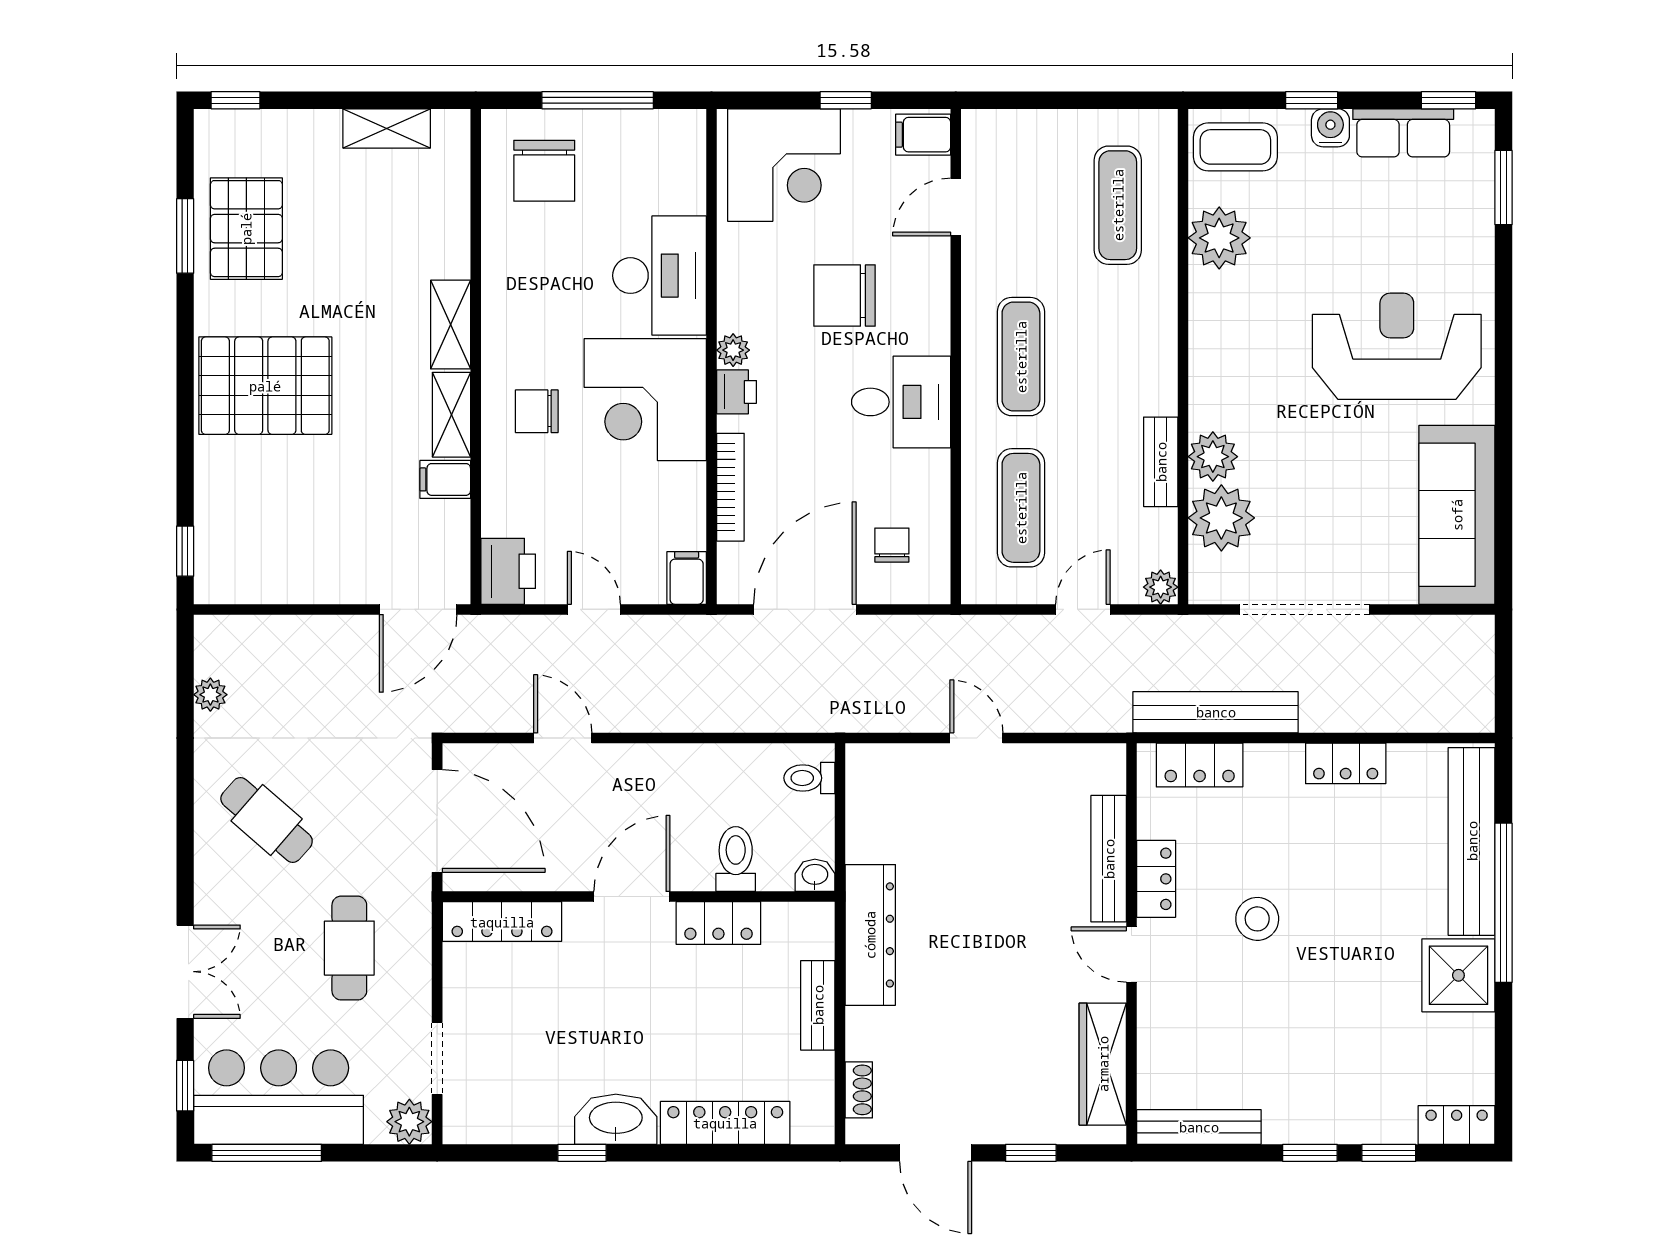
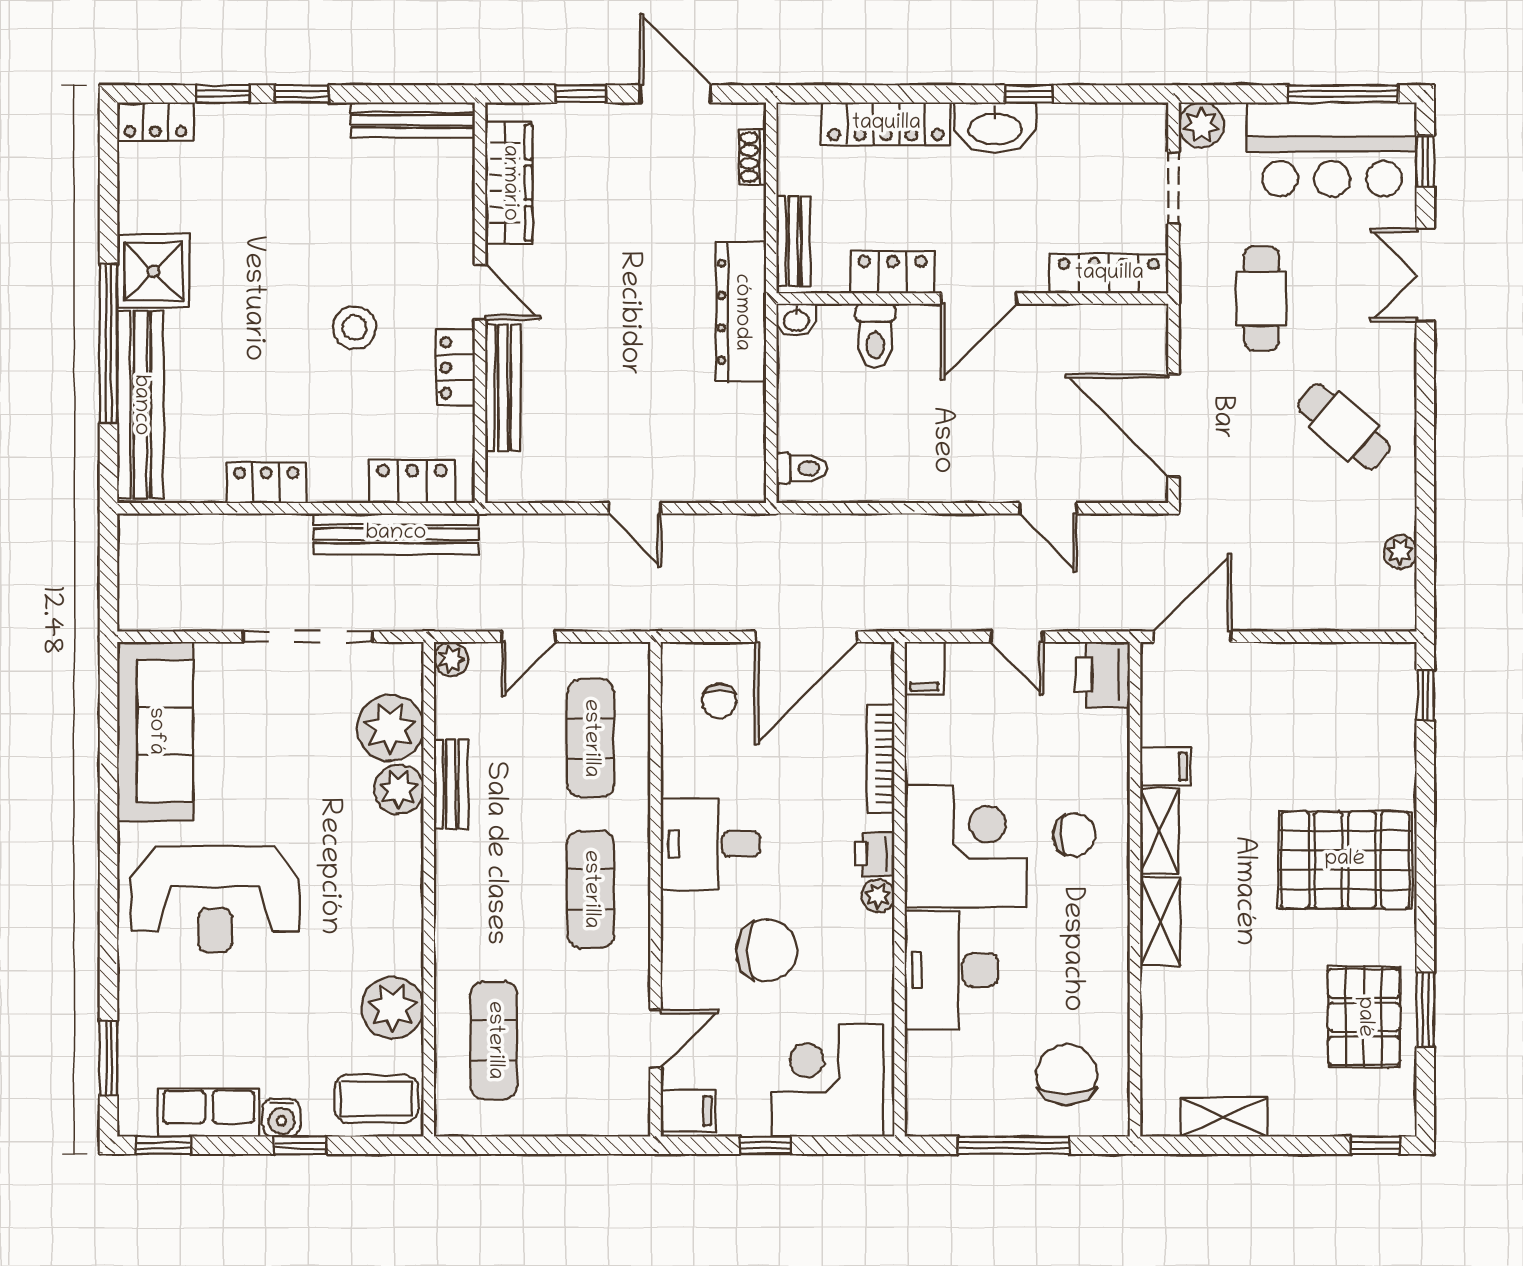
toilet: (736, 859) -> (875, 336), moved
washbasin: (815, 875) -> (796, 320), moved
door: (632, 897) -> (979, 299), moved
wall: (639, 897) -> (972, 299), moved
locker: (502, 922) -> (1109, 274), moved
locker: (718, 923) -> (893, 272), moved

